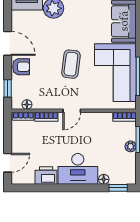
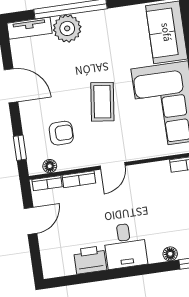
armchair: (21, 67) -> (61, 133), moved
door: (8, 163) -> (30, 221), moved
desk: (78, 169) -> (125, 246), width x0.73

